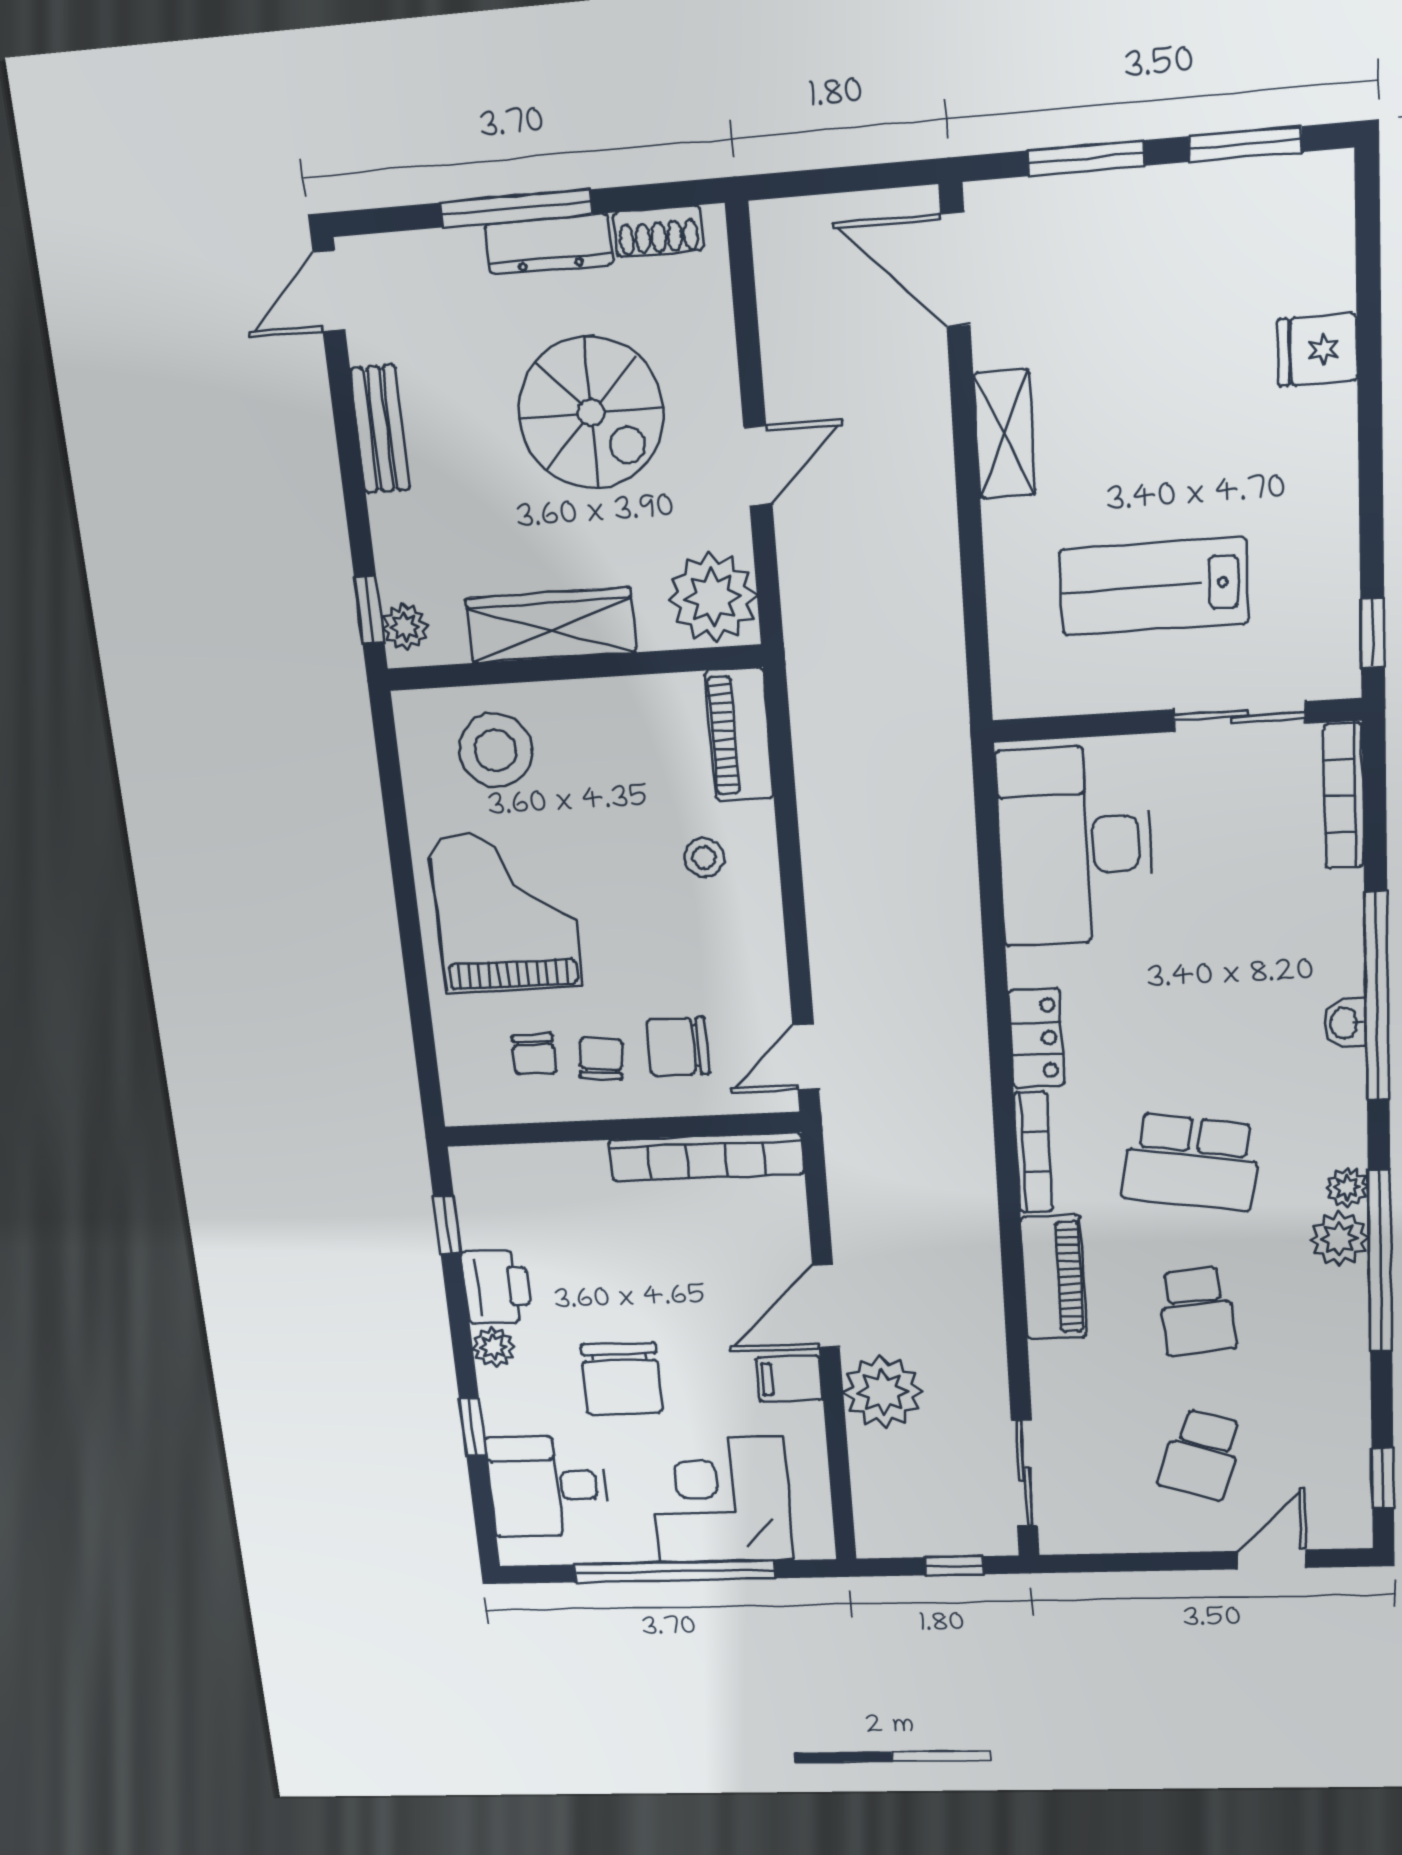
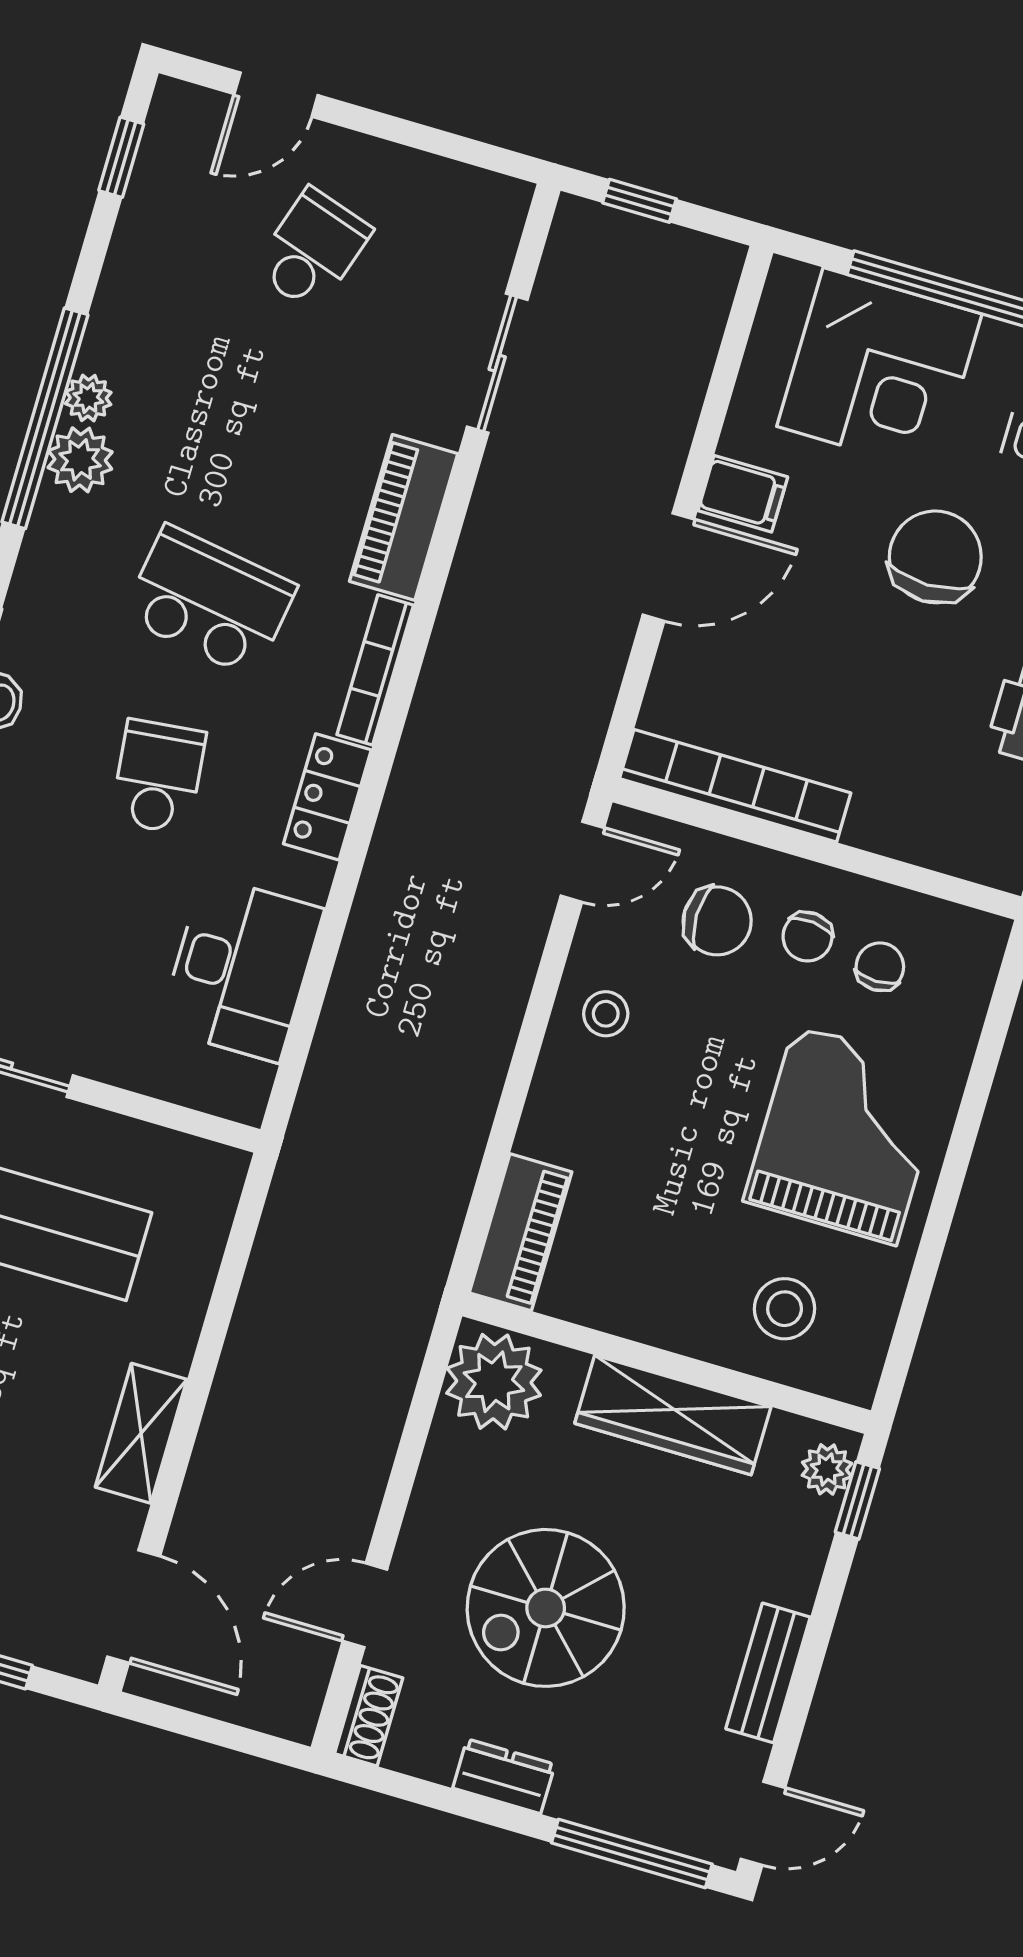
window: (516, 209) -> (632, 1854), moved
shoe rack: (658, 231) -> (369, 1716), moved, turned 90
dresser: (549, 244) -> (504, 1776), width x0.70
spiral stairs: (591, 413) -> (546, 1608), turned -90
door: (758, 466) -> (365, 1605), moved
stool: (496, 750) -> (785, 1309), width x0.73, depth x0.73
desk: (1075, 846) -> (241, 969), width x0.73, depth x0.77
stool: (704, 858) -> (606, 1014), moved
grand piano: (506, 911) -> (845, 1135), turned 180
plant: (1347, 1187) -> (88, 398), moved
school desk: (1196, 1311) -> (158, 777), moved
plant: (882, 1392) -> (643, 443), removed
sliding door: (1024, 1473) -> (497, 363), moved

